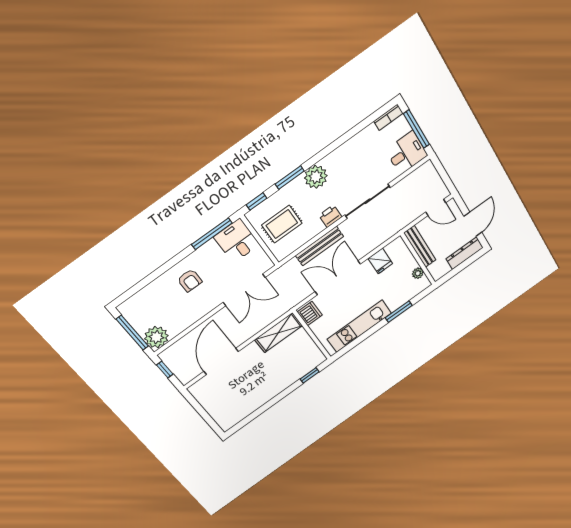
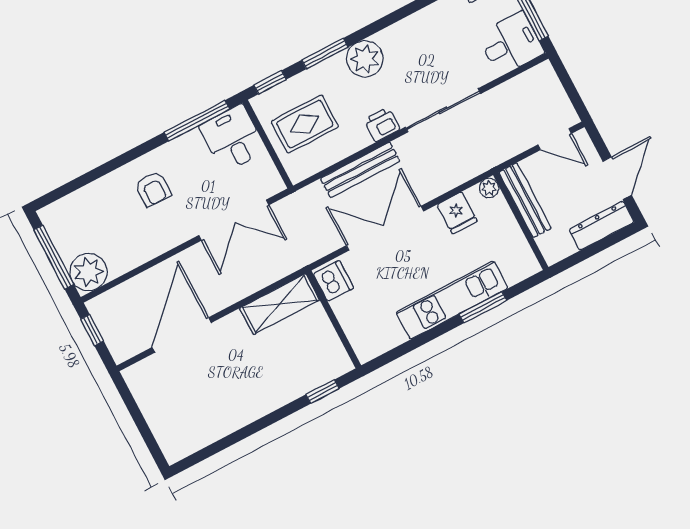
plant: (418, 273) -> (489, 188), moved
kitchen unit: (359, 326) -> (452, 300), moved

